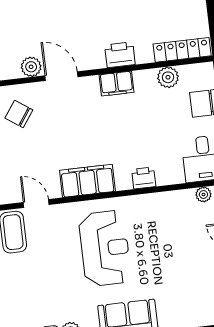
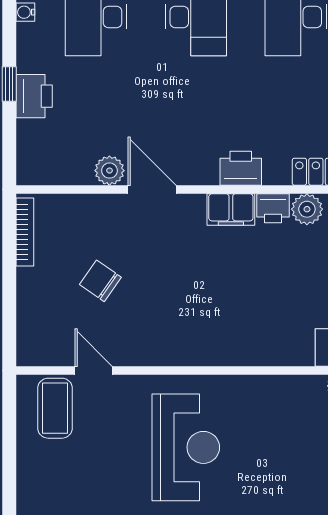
chair: (19, 114) -> (100, 281), moved
printer: (144, 178) -> (273, 208), moved, turned 180
filing cabinet: (87, 181) -> (172, 346), removed

